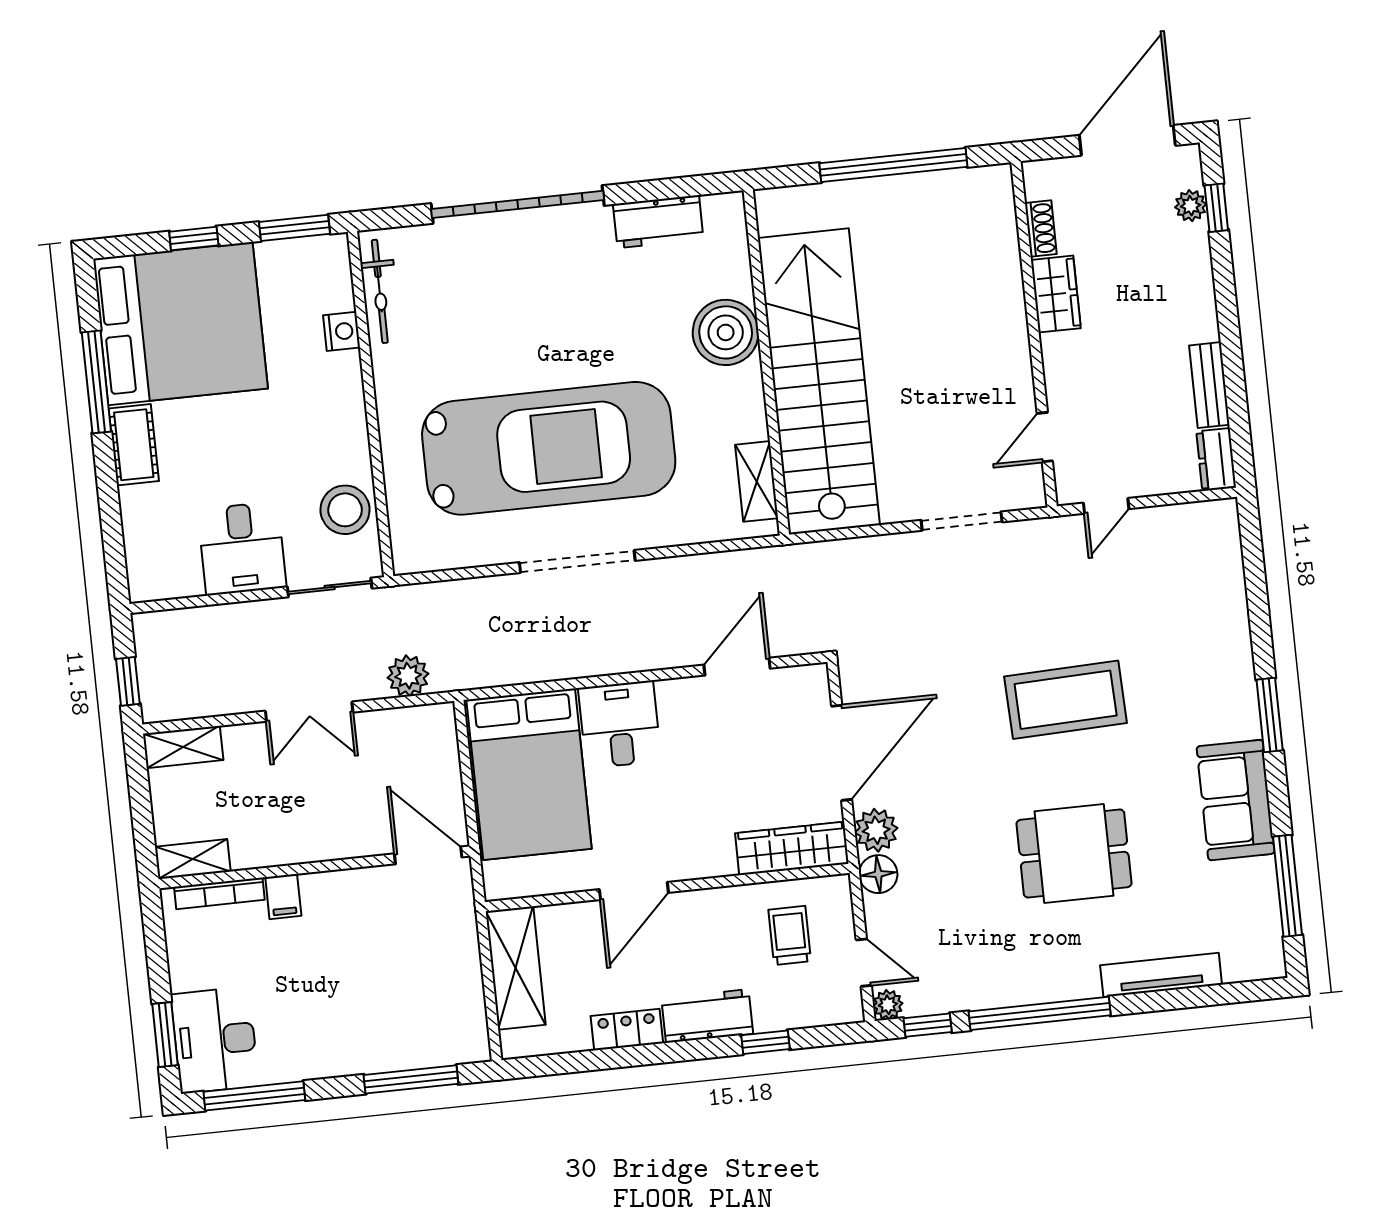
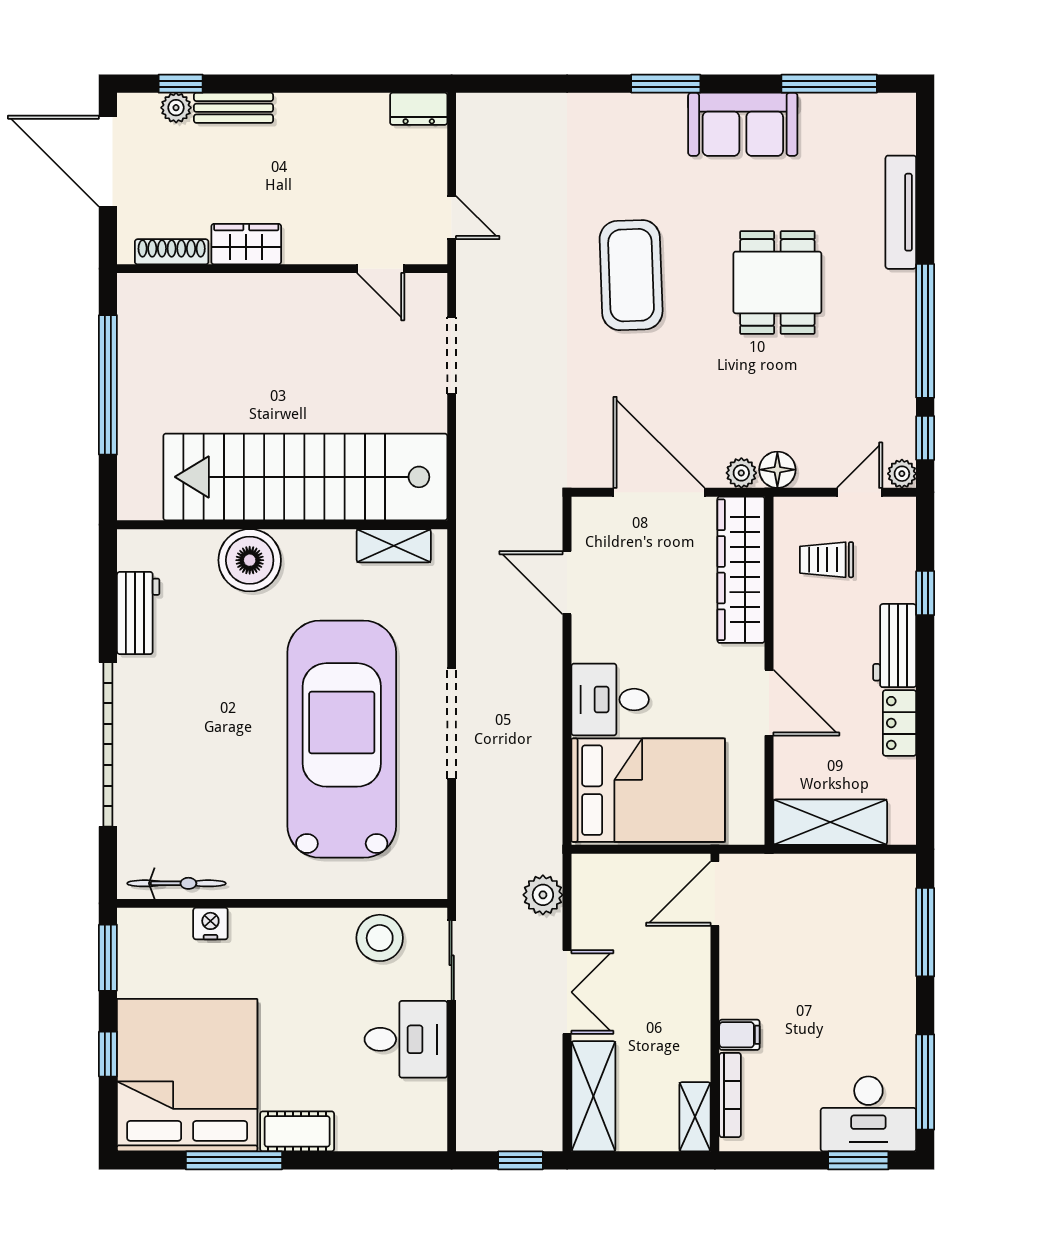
shoe rack: (1041, 228) -> (172, 252), width x1.43
bench: (1209, 385) -> (234, 108), moved
shelving: (183, 747) -> (593, 1096), width x1.50, depth x1.33
plant: (876, 830) -> (741, 473), width x0.73, depth x0.73
wardrobe: (792, 848) -> (741, 570), width x1.40, depth x1.17

